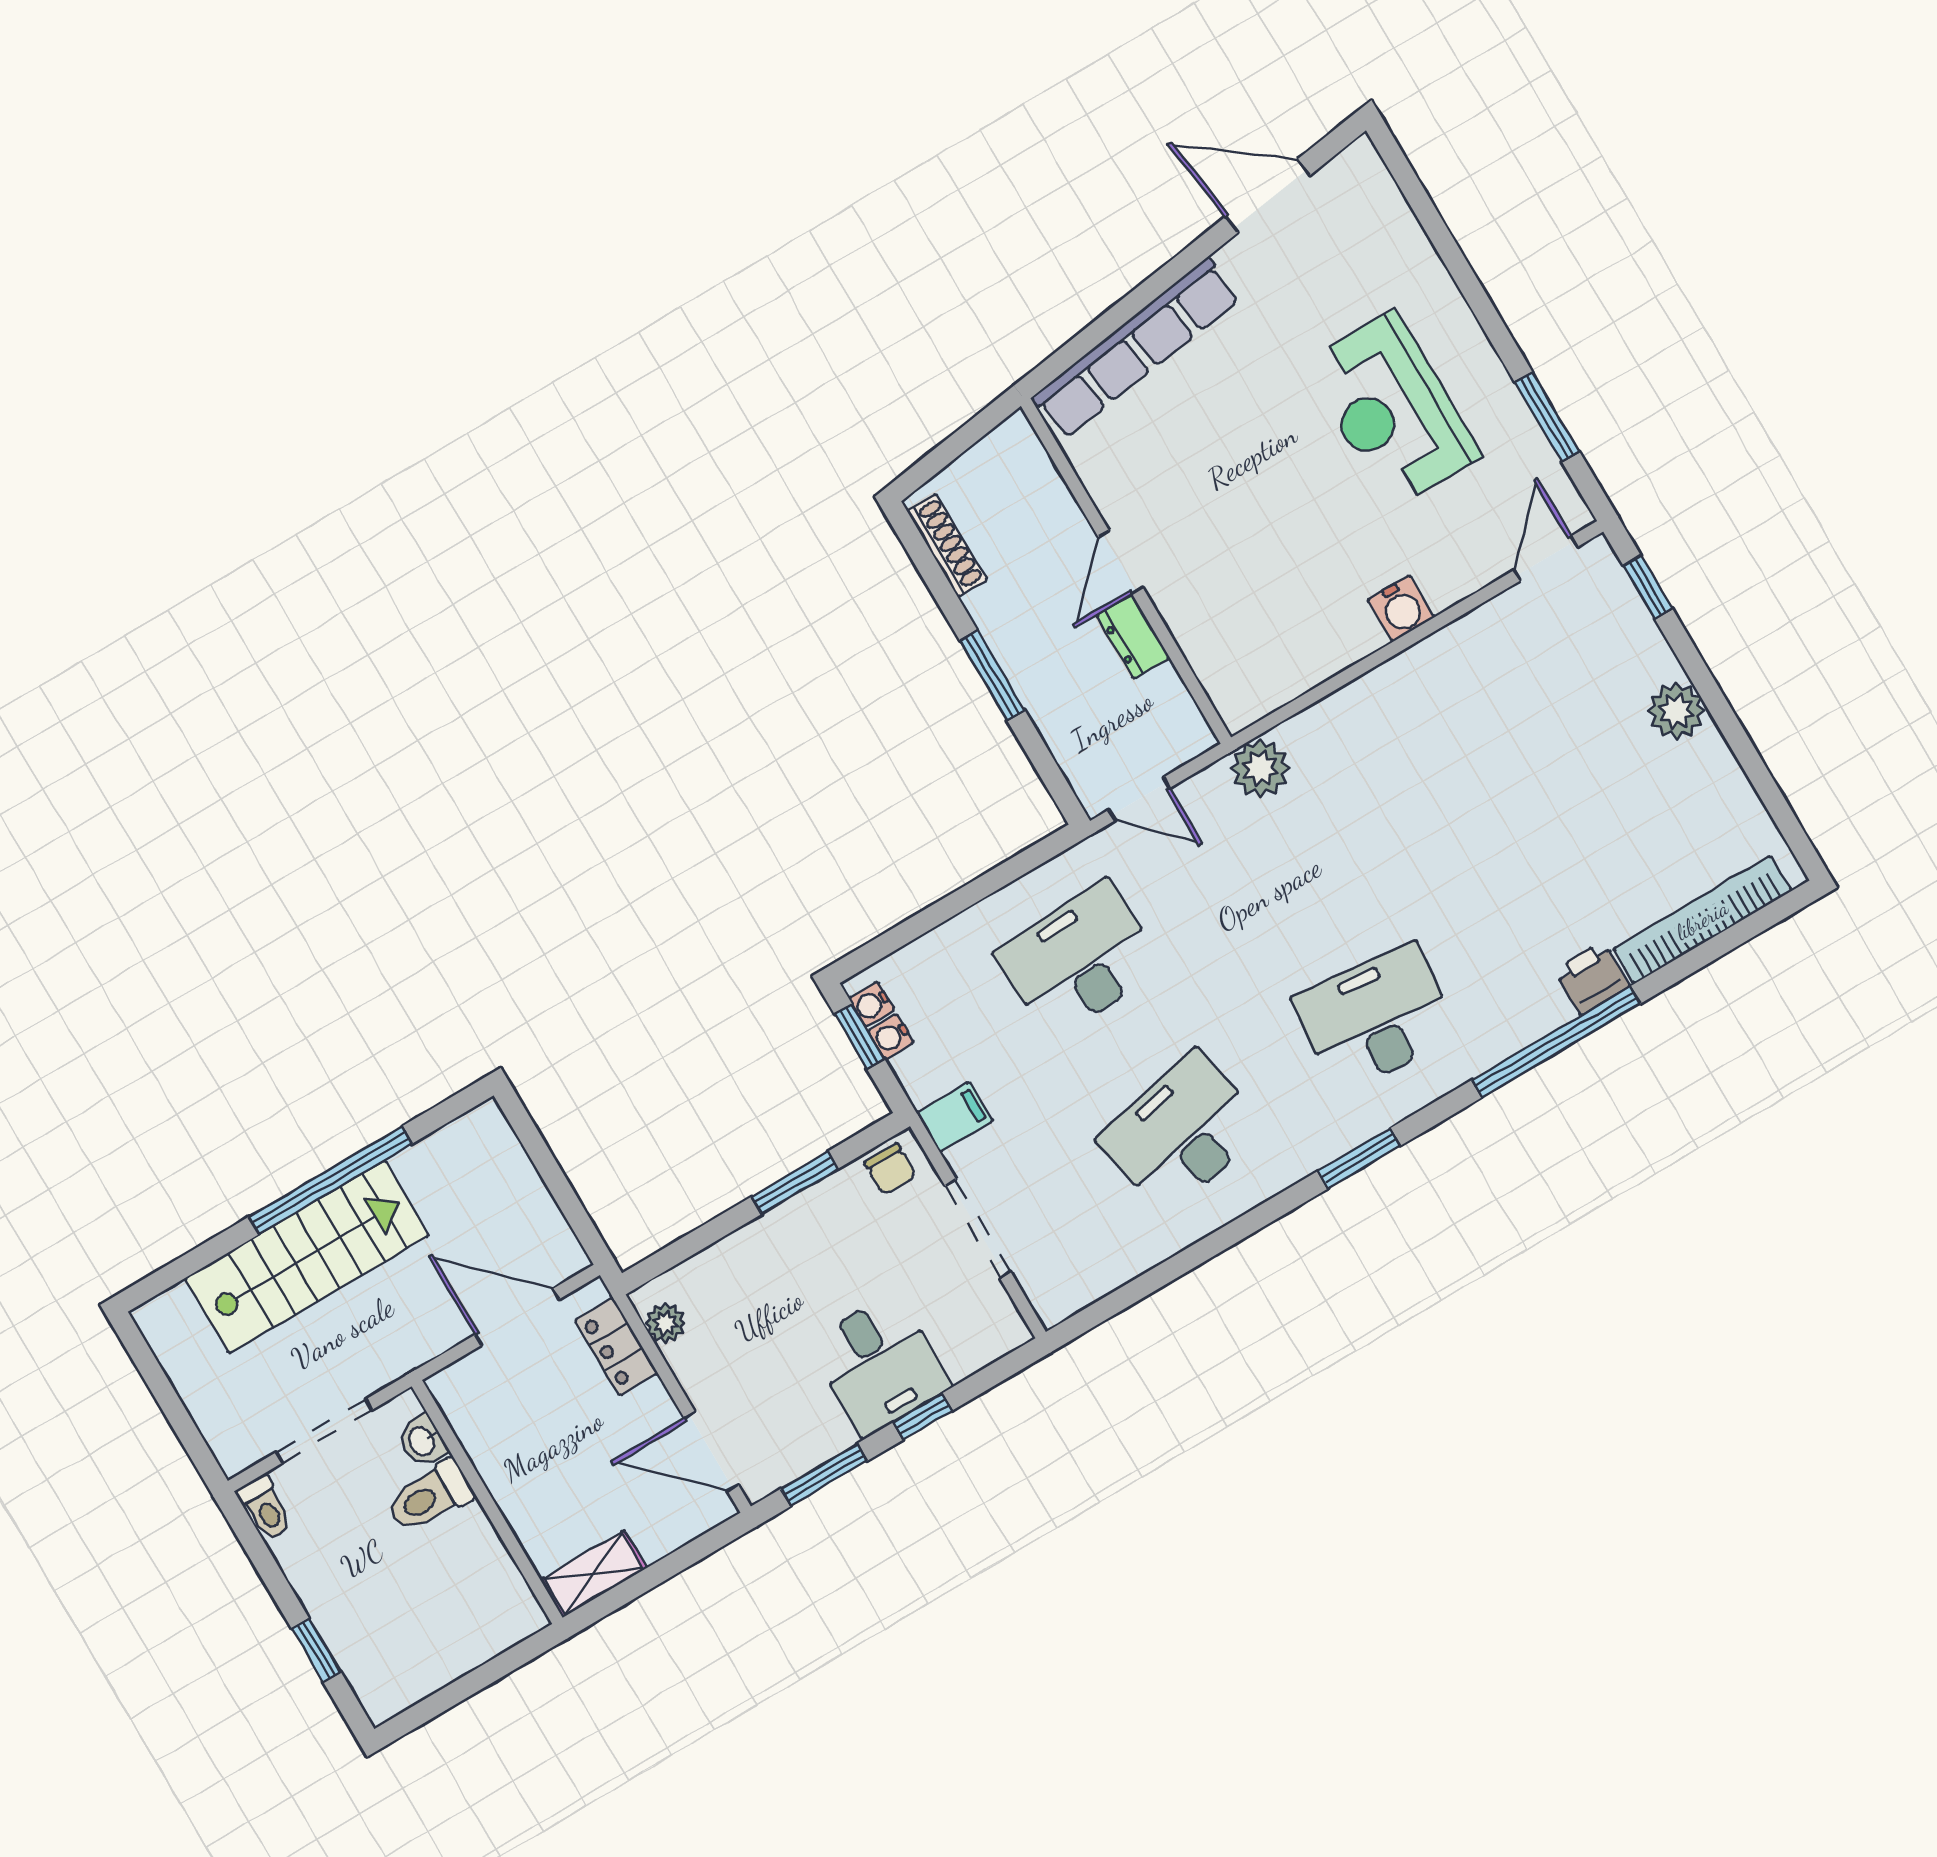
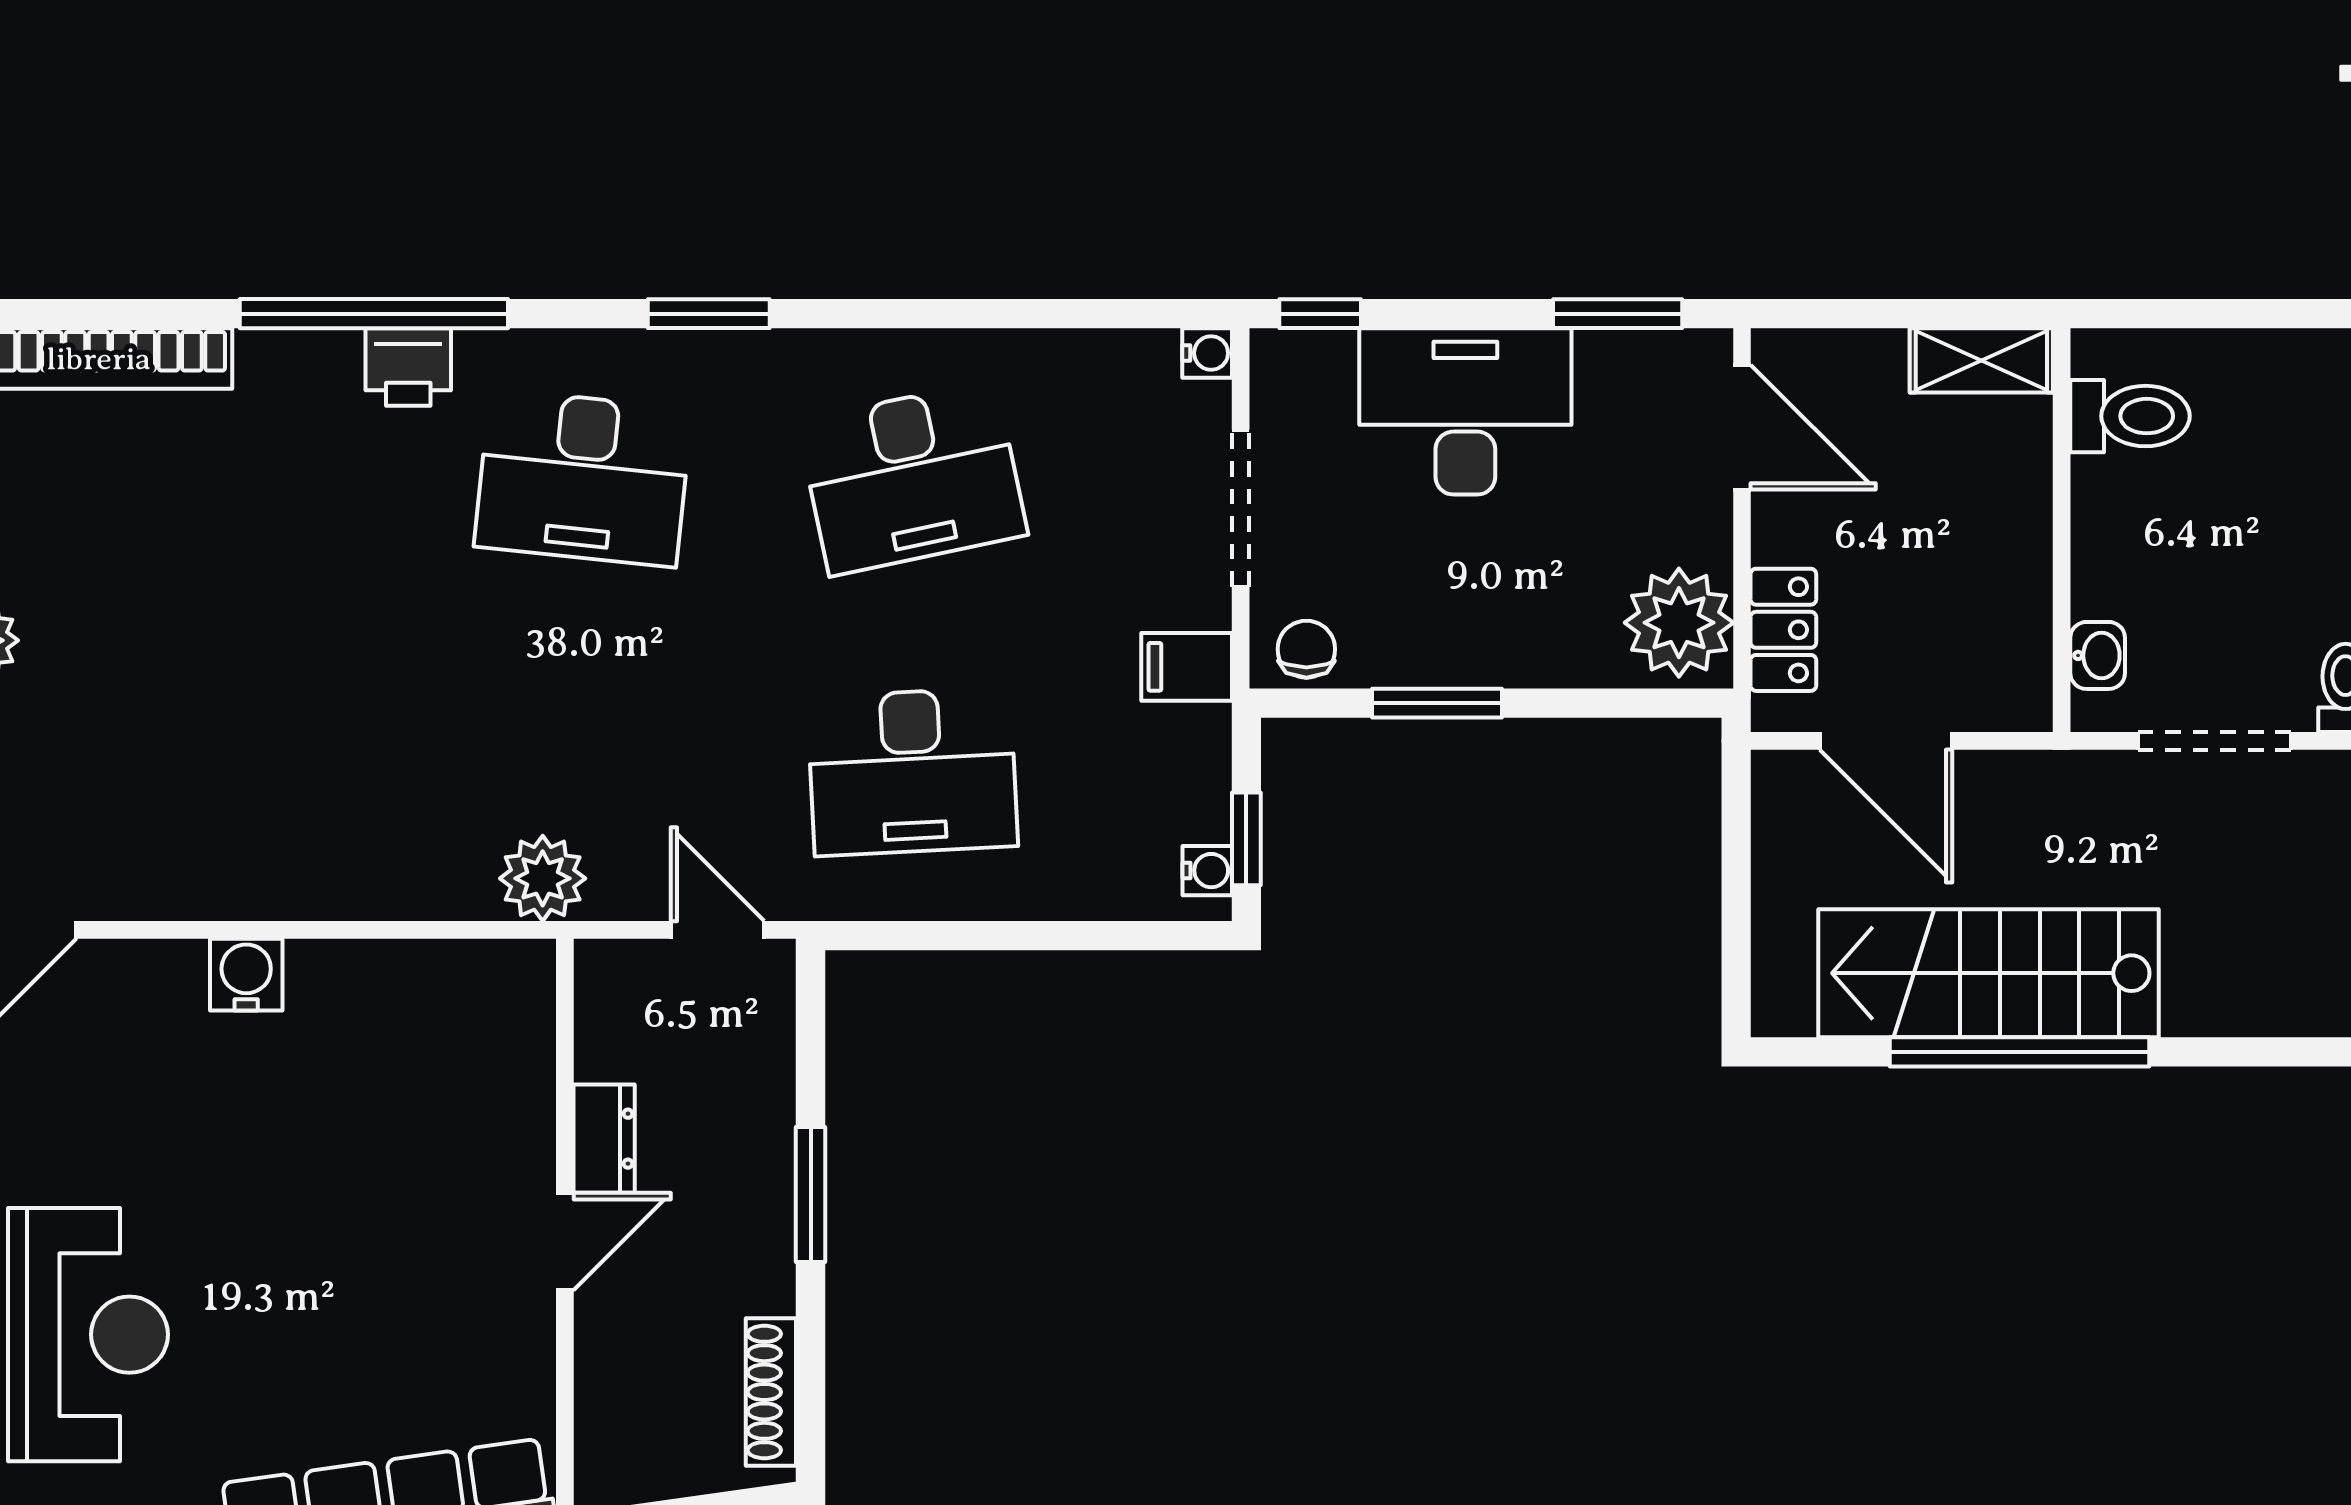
reception desk: (1392, 410) -> (88, 1335), moved
printer: (1592, 978) -> (408, 367), moved
water cooler: (891, 1037) -> (1207, 353), moved
stairs: (307, 1257) -> (1989, 973), moved
plant: (665, 1323) -> (1679, 623), width x1.87, depth x1.87
desk: (879, 1364) -> (1465, 411), width x1.37
window: (922, 1417) -> (1320, 314), moved
toilet: (430, 1497) -> (2130, 416), moved

